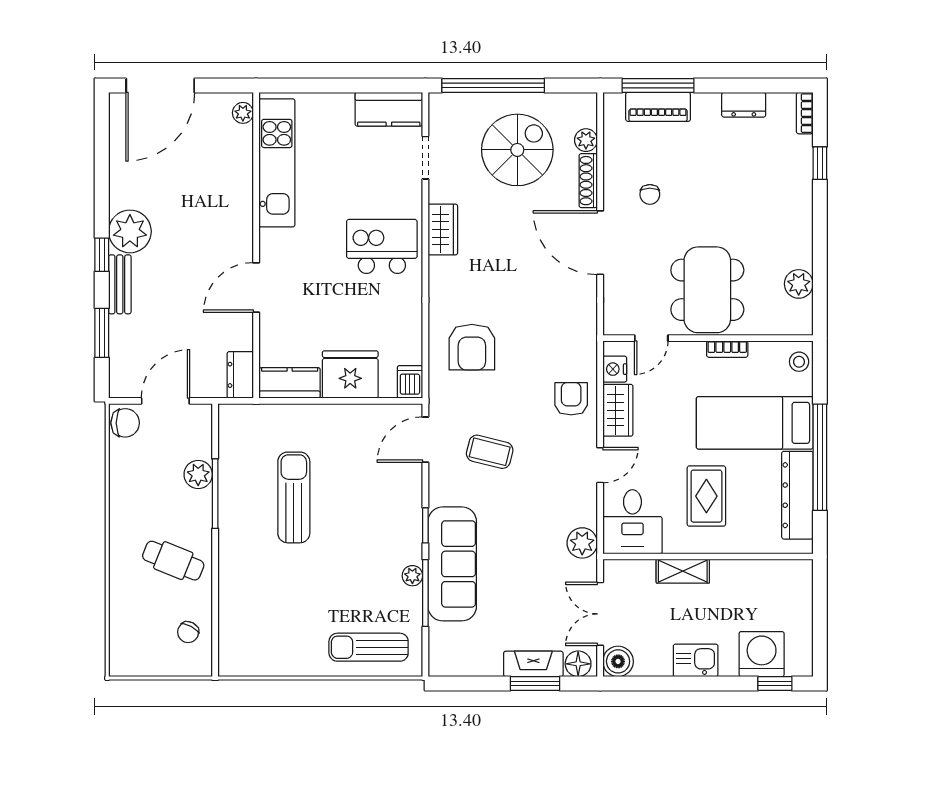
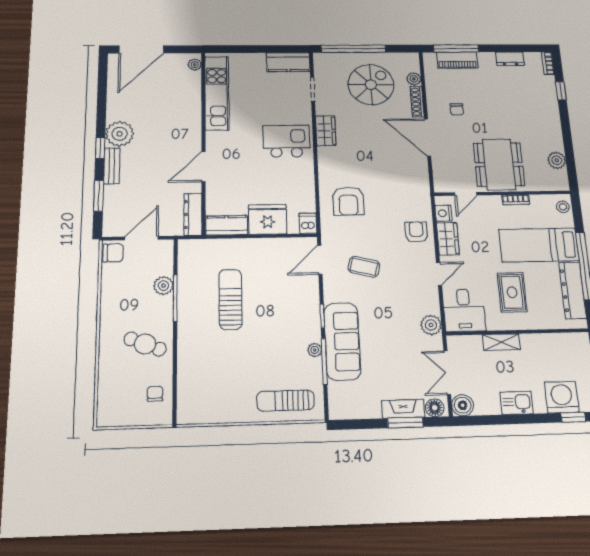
dresser: (240, 375) -> (193, 214), width x1.44
chair: (188, 632) -> (155, 394), turned 152

